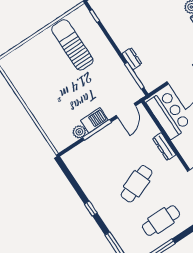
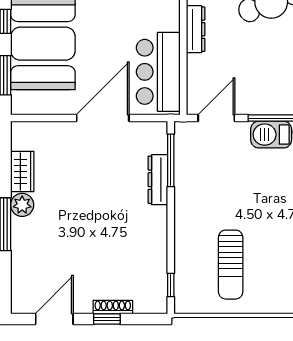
sun lounger: (72, 45) -> (231, 265), width x0.73, depth x0.75
dresser: (132, 59) -> (158, 180), width x1.44

